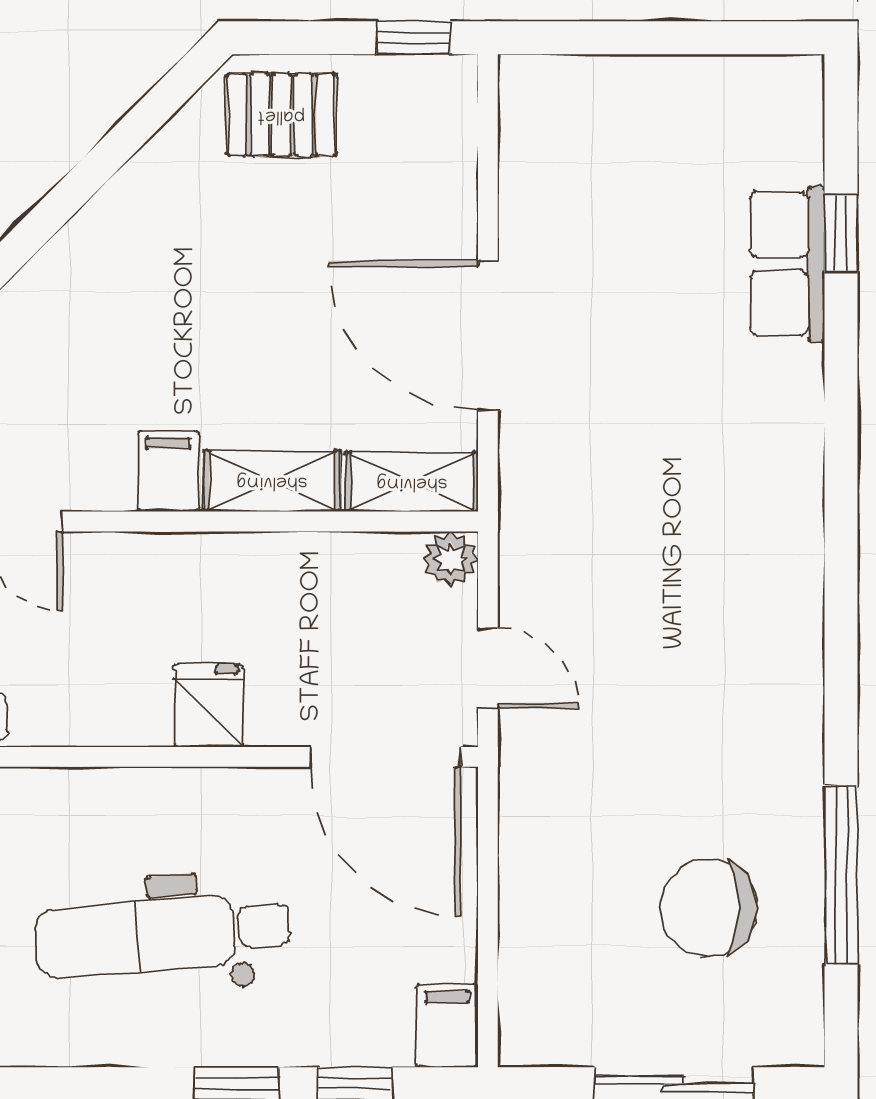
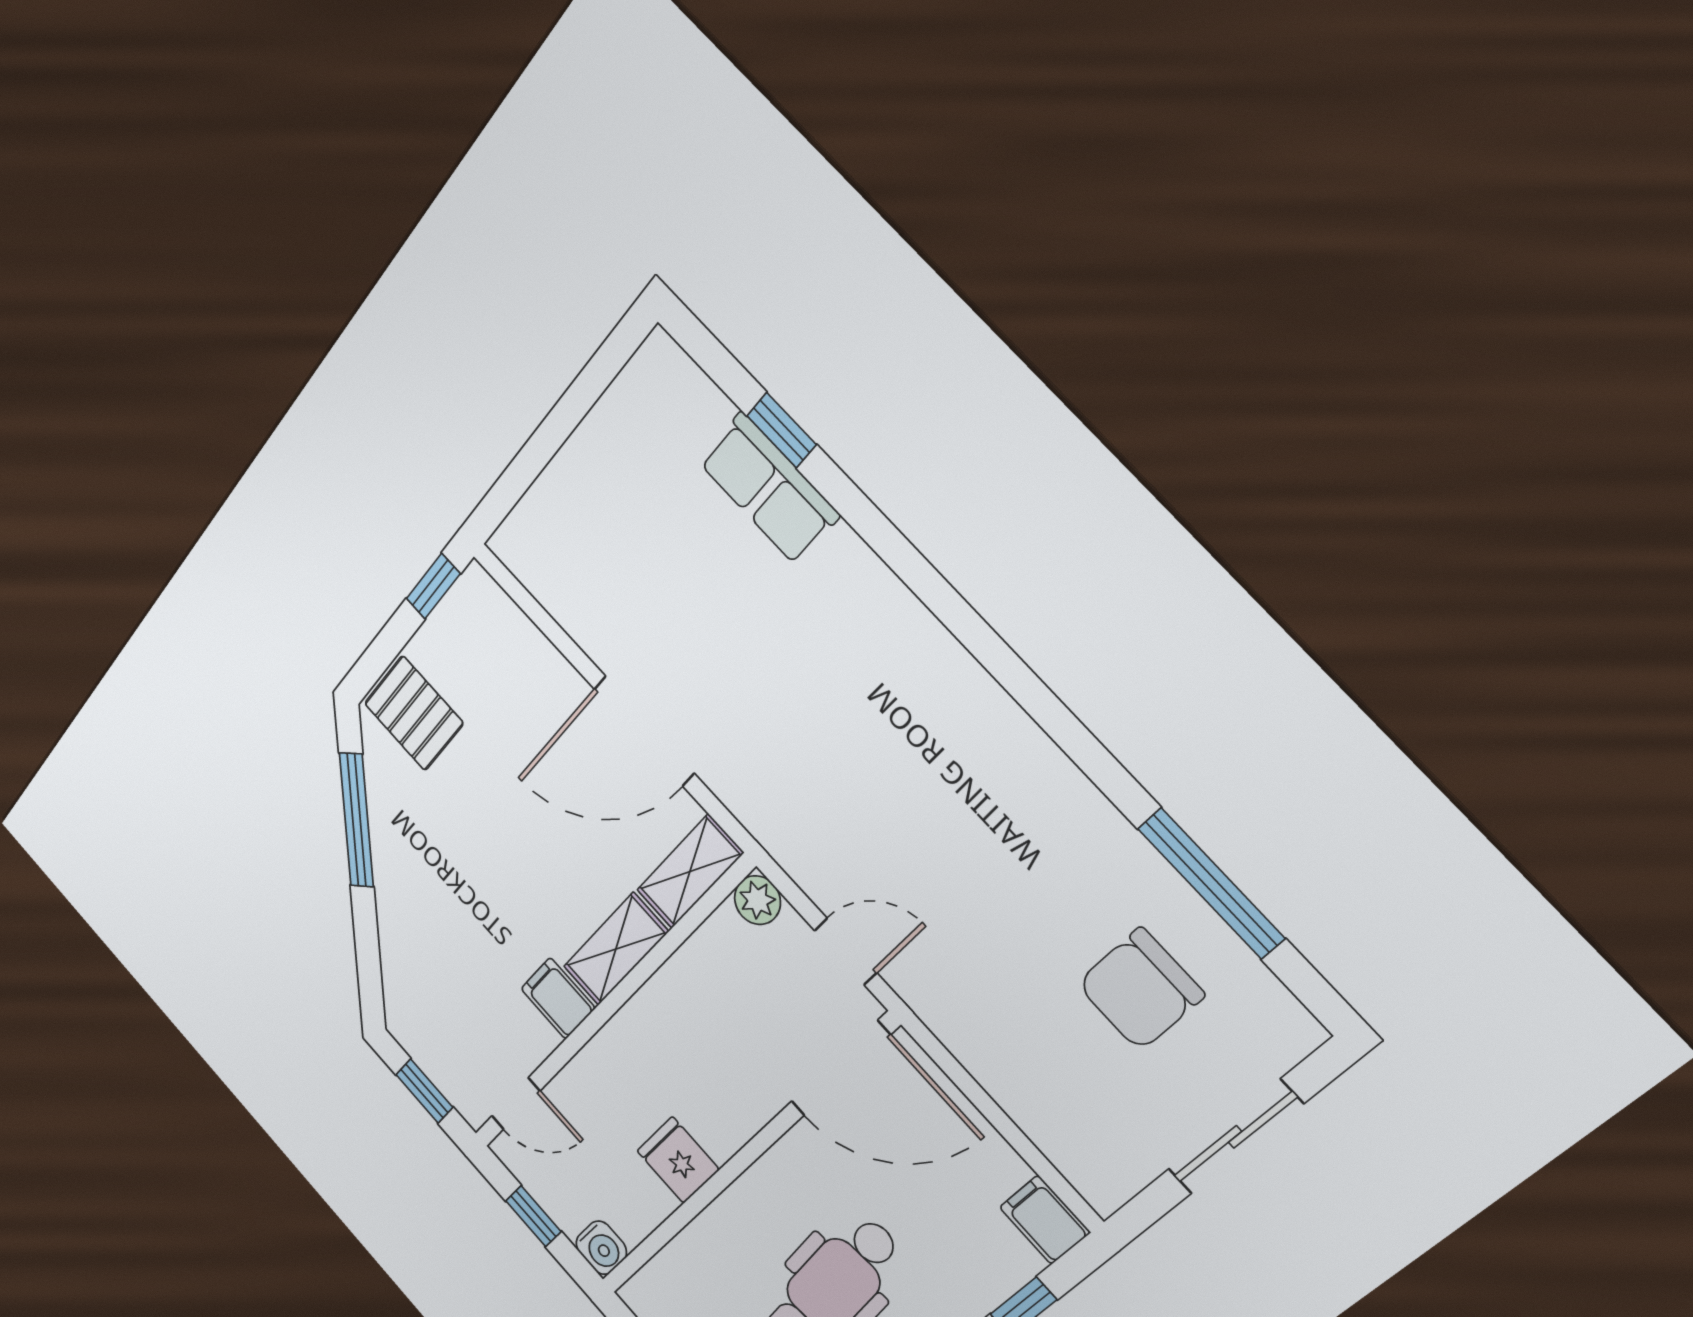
pallet: (281, 115) -> (414, 713), turned 90
window: (122, 143) -> (356, 820), added
fridge: (209, 706) -> (678, 1160), moved

